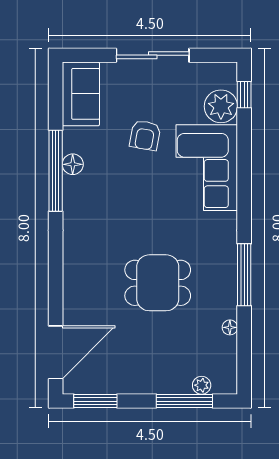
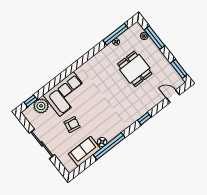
sofa: (81, 94) -> (84, 151), moved
window: (56, 271) -> (144, 119), added
window: (244, 275) -> (116, 34), moved
dining table: (158, 283) -> (135, 69), moved
door: (56, 352) -> (173, 96), width x0.53

